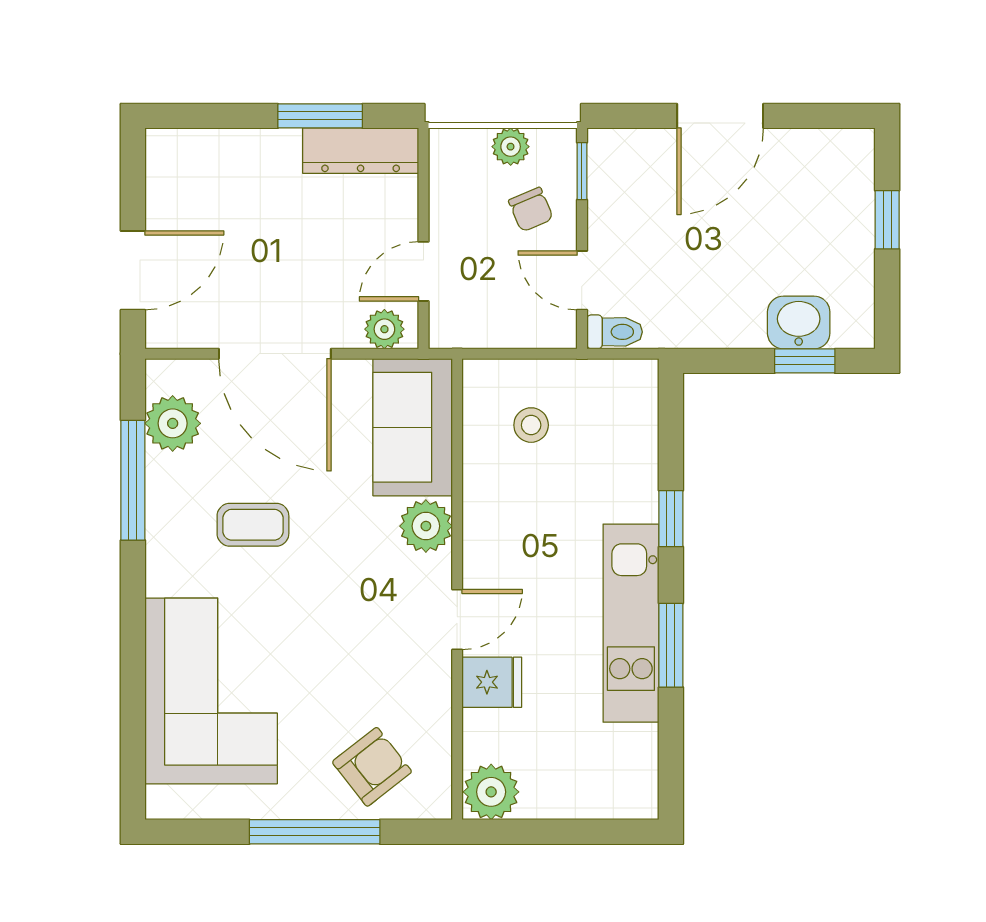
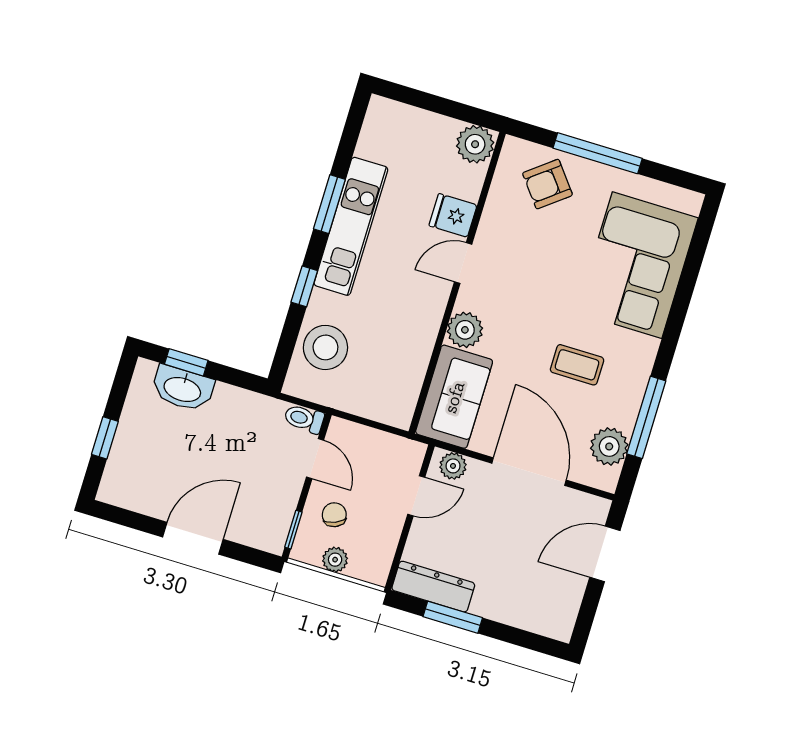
washbasin: (799, 323) -> (183, 388), width x1.38
stool: (531, 425) -> (325, 347), moved, width x1.89, depth x1.89

